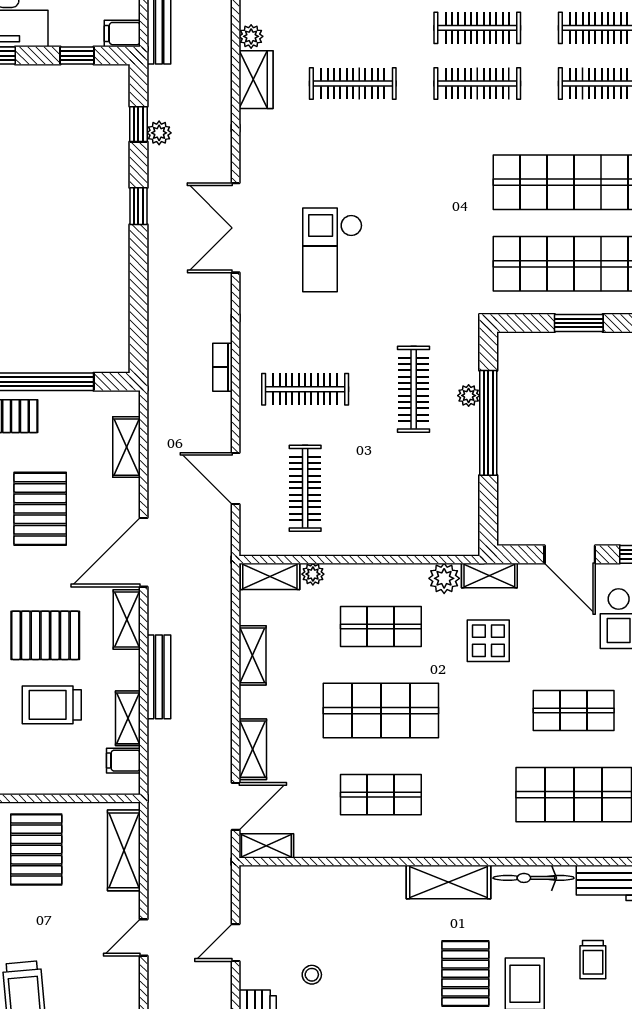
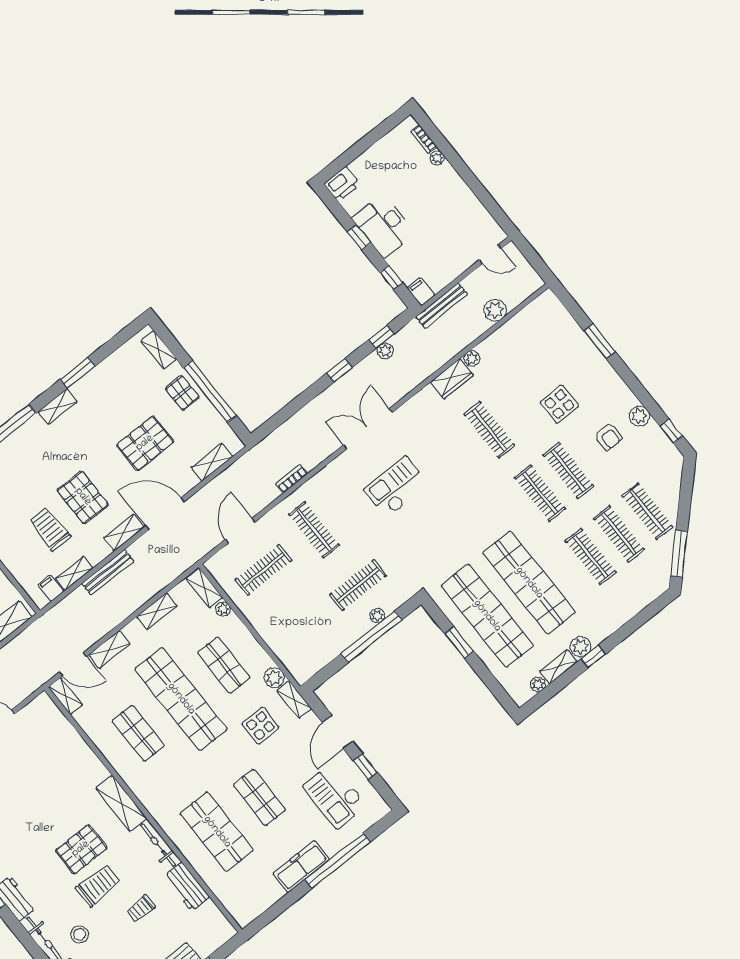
shop shelf: (381, 711) -> (181, 699), width x1.40
stool: (312, 975) -> (18, 771), removed

